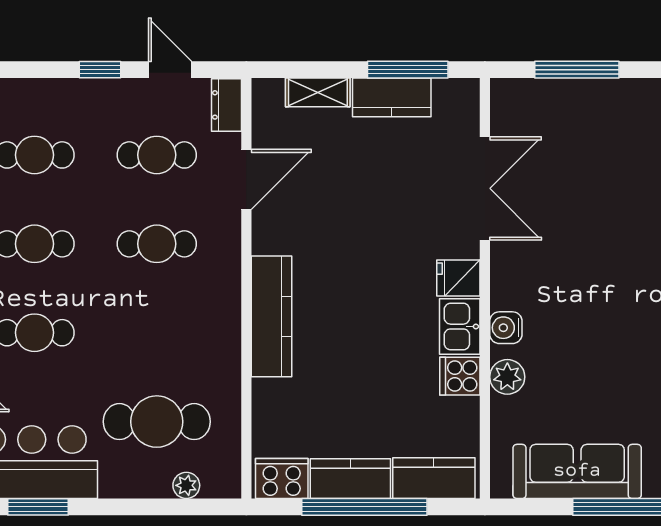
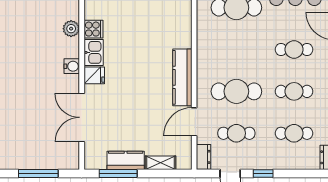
cafe table: (157, 244) -> (236, 91), width x1.37, depth x1.35
kitchen counter: (272, 316) -> (182, 77), moved
water cooler: (506, 328) -> (72, 66), moved

